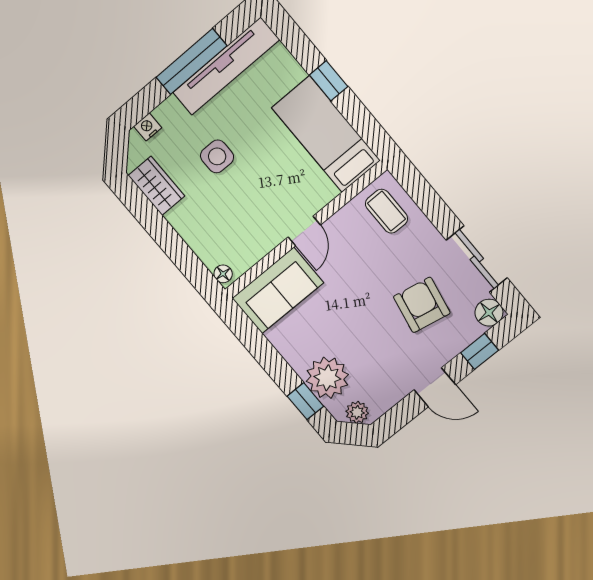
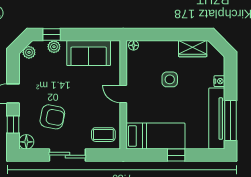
window: (191, 62) -> (231, 120), moved
nightstand: (148, 127) -> (219, 81), moved
side table: (217, 156) -> (170, 79), moved
sliding door: (477, 259) -> (67, 155), moved
sofa: (278, 290) -> (89, 53), moved, turned -90
plant: (327, 378) -> (54, 47), width x0.53, depth x0.53

